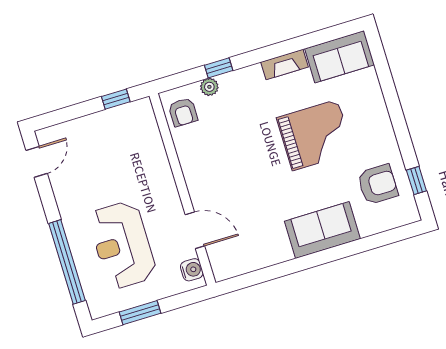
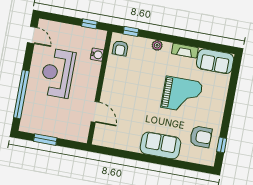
window: (219, 68) -> (131, 31), moved
plant: (209, 87) -> (157, 45), moved
door: (37, 162) -> (32, 35), hinge flipped
reception desk: (122, 245) -> (58, 73), moved
water cooler: (192, 270) -> (97, 55), moved

